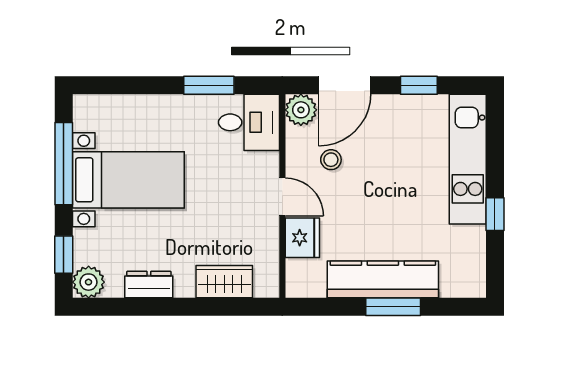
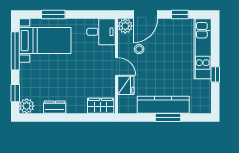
window: (209, 85) -> (53, 15), moved
bed with nightstands: (128, 180) -> (45, 41), moved
wardrobe: (224, 282) -> (101, 106), moved

